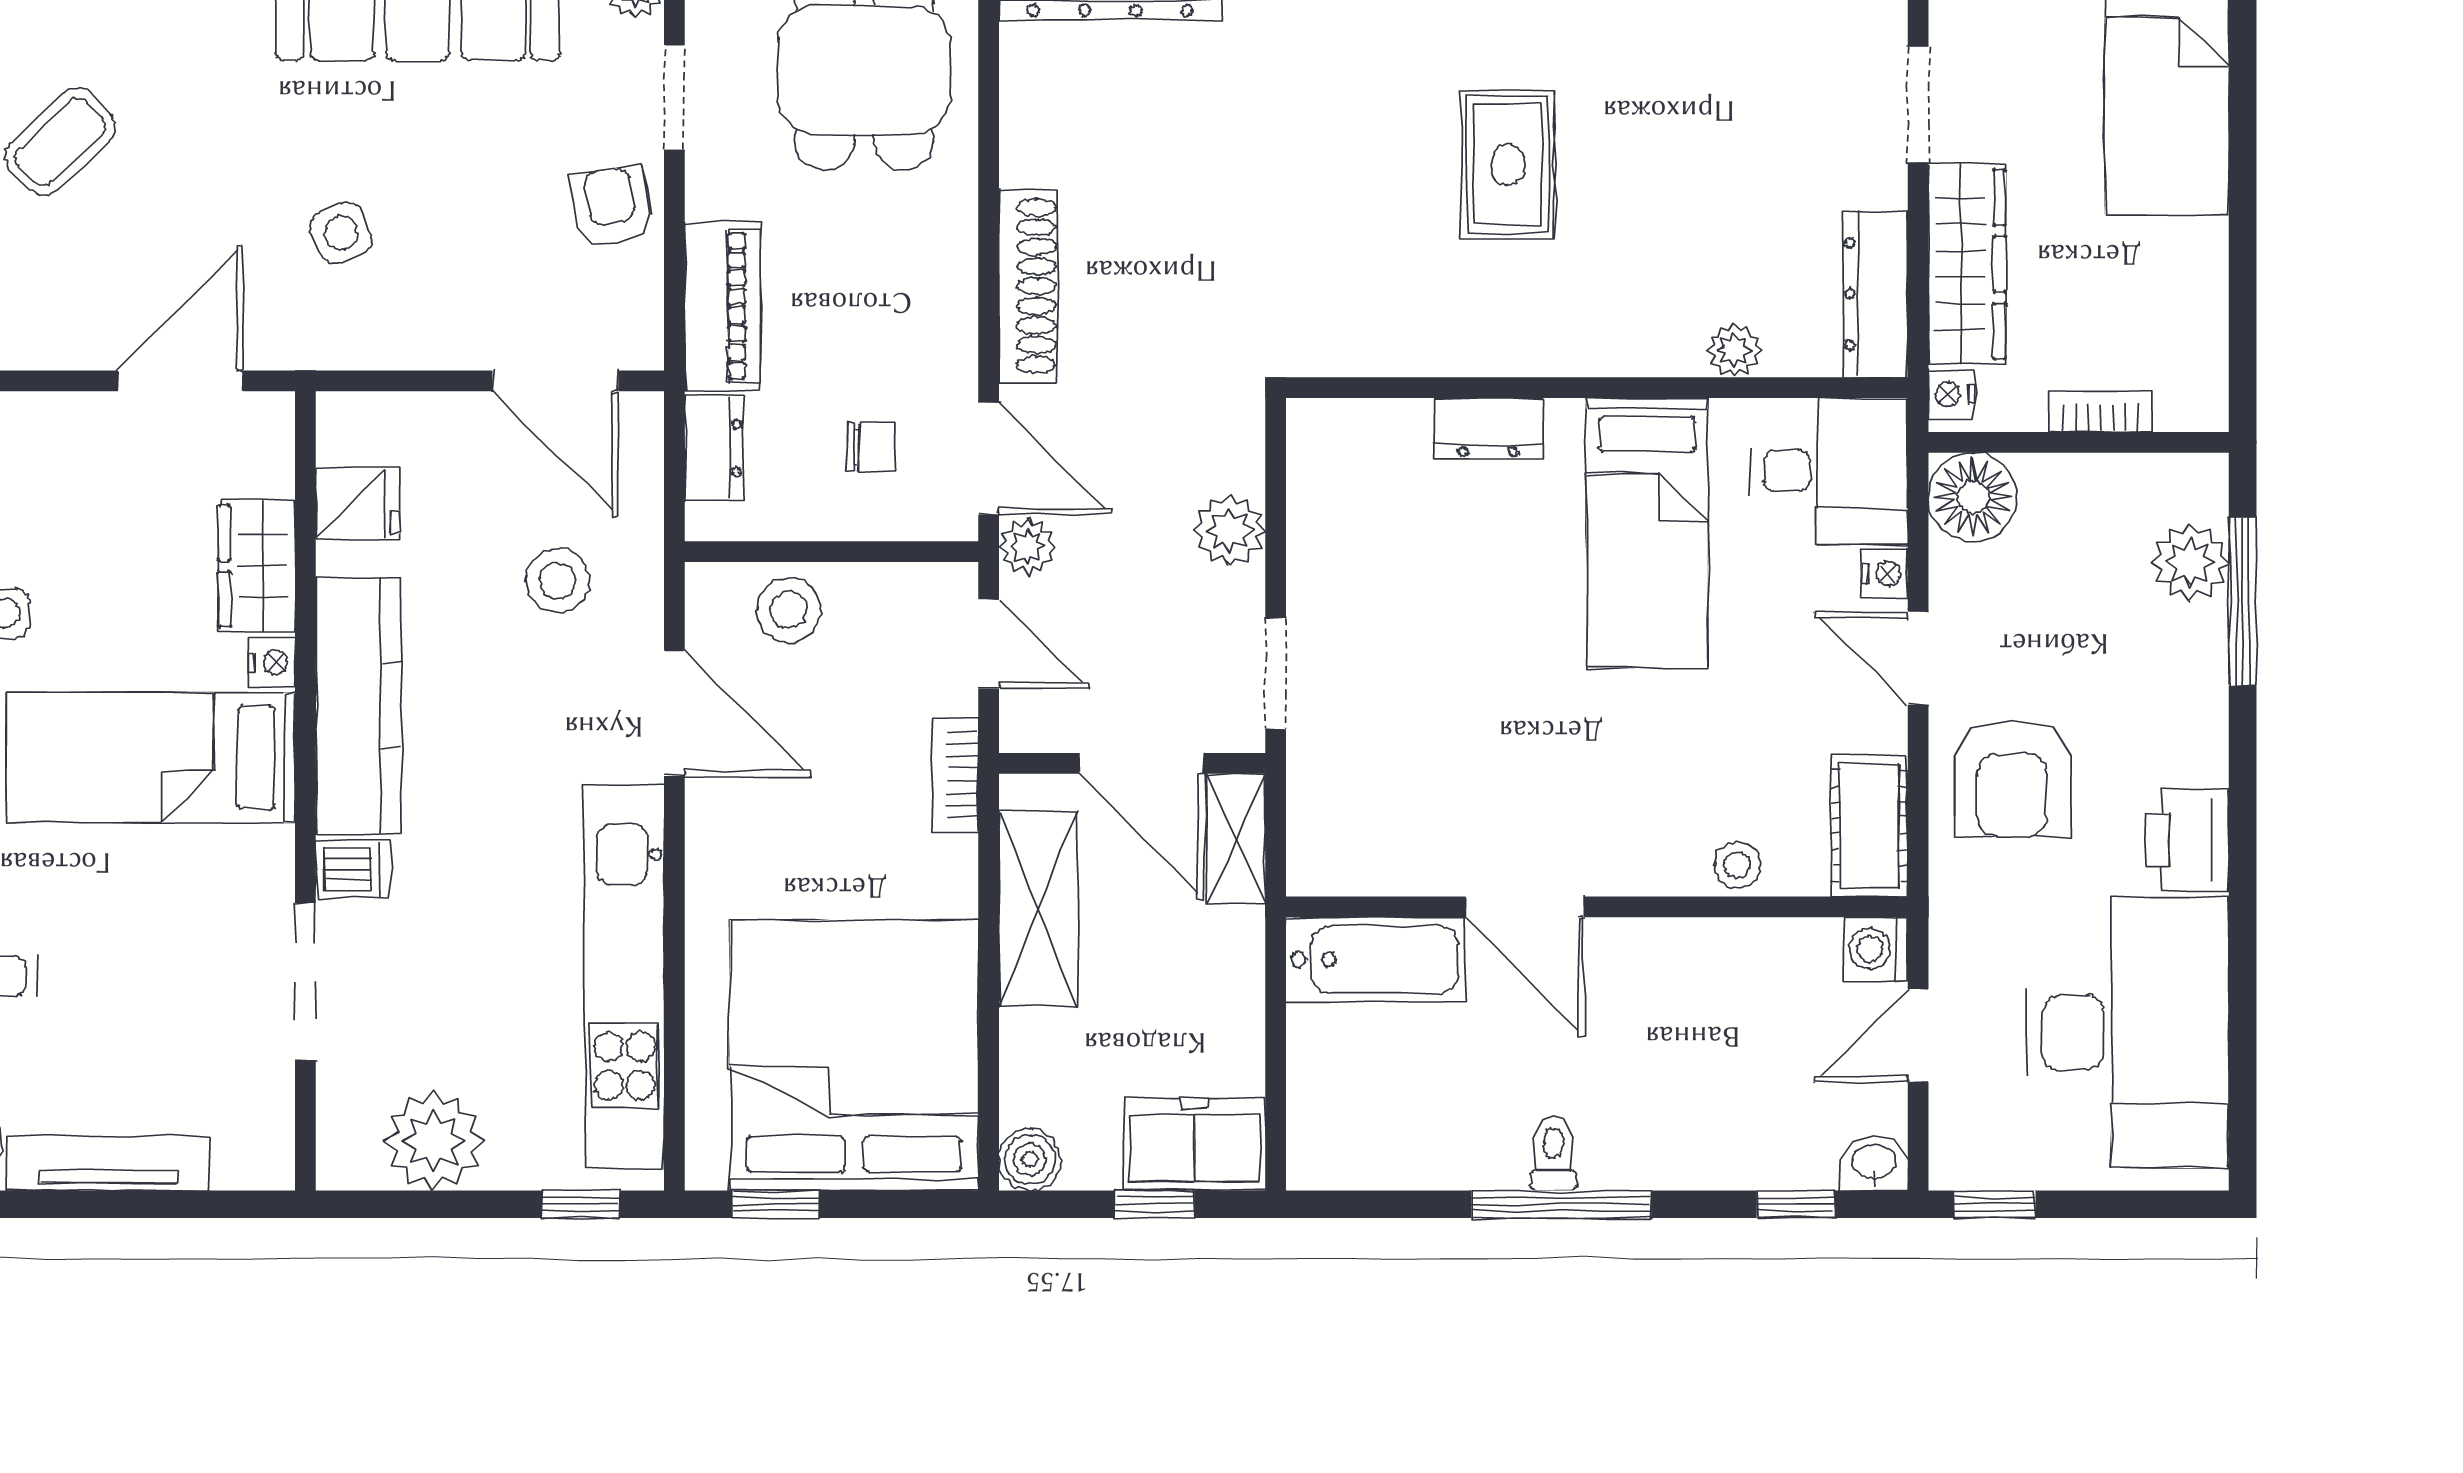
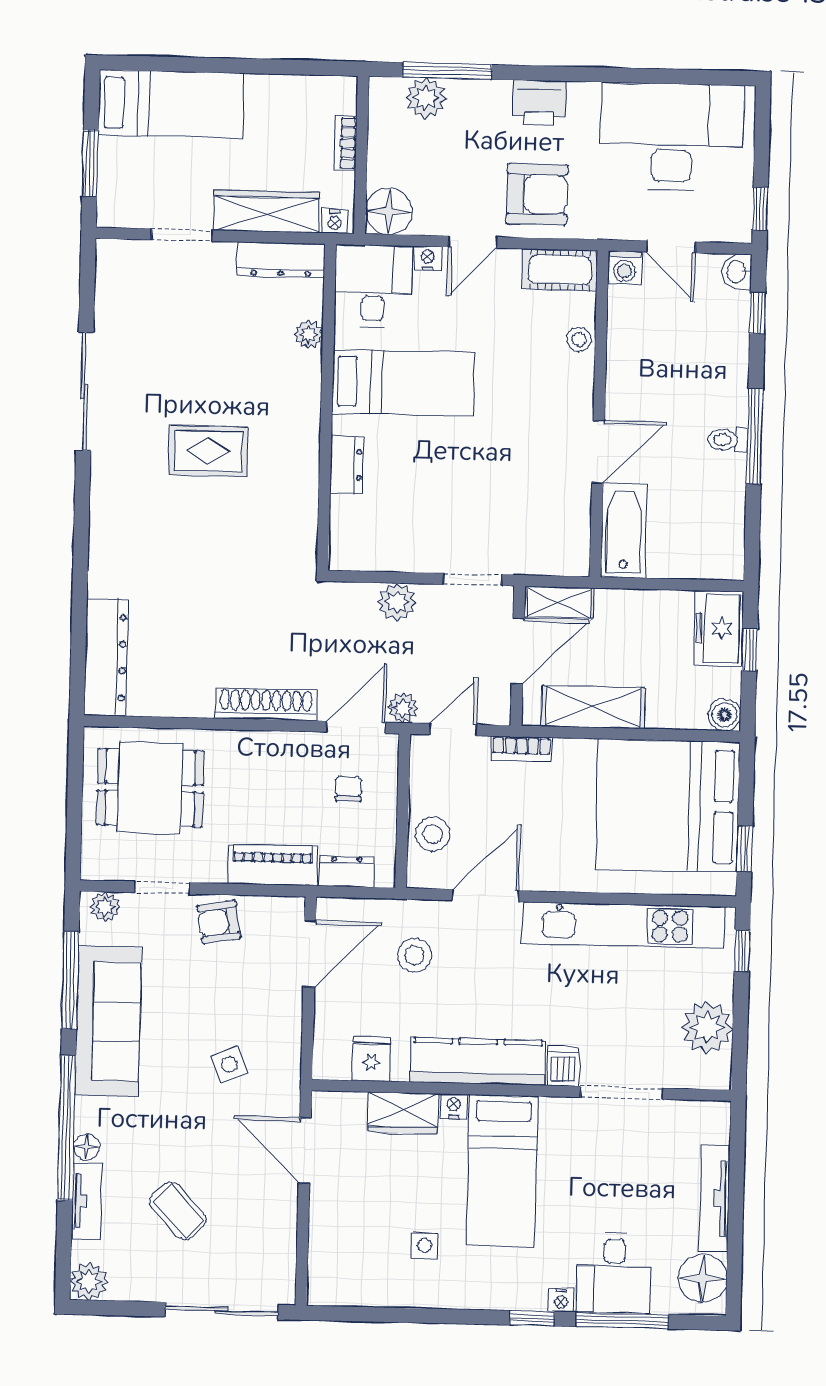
printer: (2187, 840) -> (539, 103), moved

